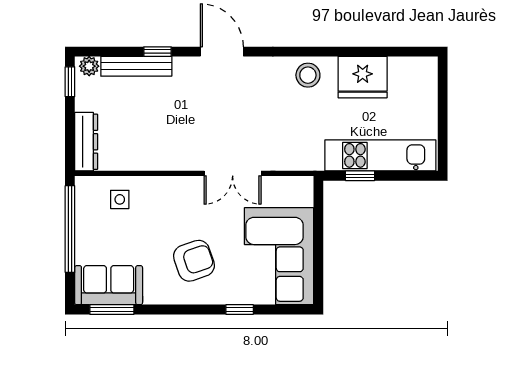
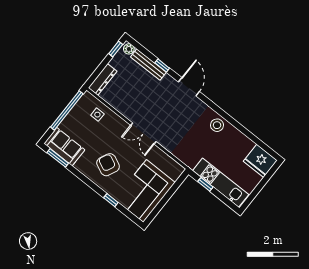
fridge: (363, 77) -> (260, 161), moved
double door: (233, 173) -> (143, 133), moved
armchair: (194, 261) -> (108, 165), turned -136

